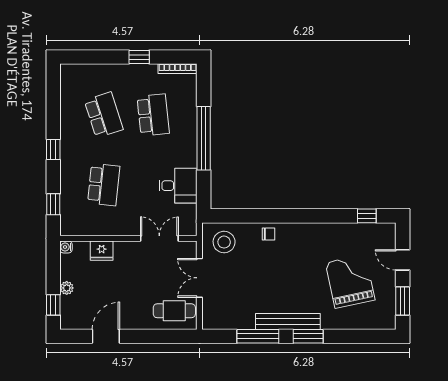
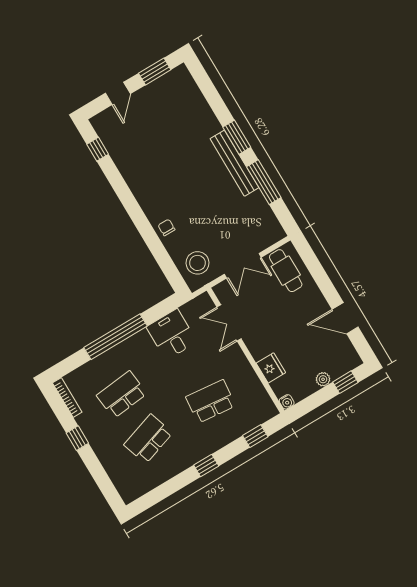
grand piano: (350, 281) -> (165, 129), removed

